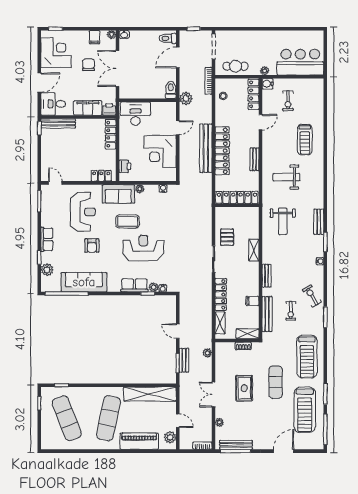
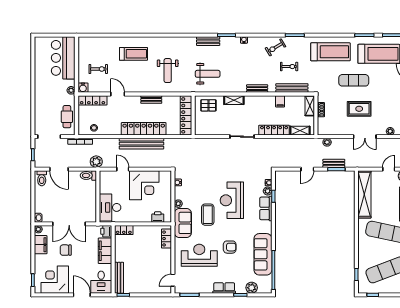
filing cabinet: (94, 37) -> (41, 245), width x2.00
locker: (111, 134) -> (124, 230), width x0.66
pallet: (227, 237) -> (208, 105), moved

